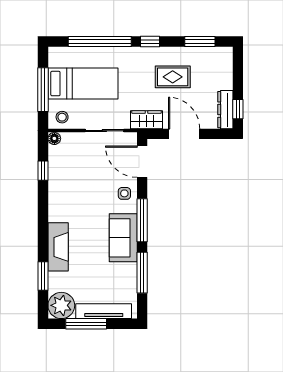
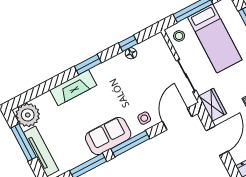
floor lamp: (54, 138) -> (131, 53), moved
window: (43, 276) -> (88, 65), moved

